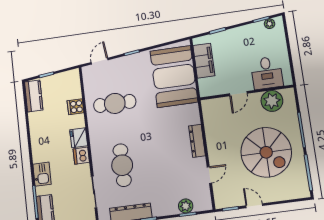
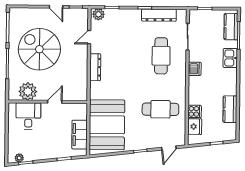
kitchen counter: (34, 96) -> (230, 109), moved
fridge: (79, 138) -> (195, 127), moved
plant: (186, 206) -> (98, 14), moved

